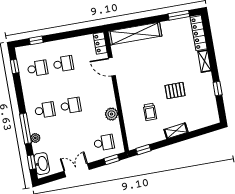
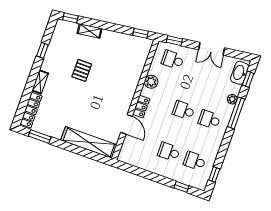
locker: (100, 43) -> (141, 107), moved
pallet: (175, 91) -> (82, 70), turned 90
trolley: (150, 112) -> (115, 64), removed
window: (210, 129) -> (70, 18), added
shelving: (176, 131) -> (90, 31), moved

